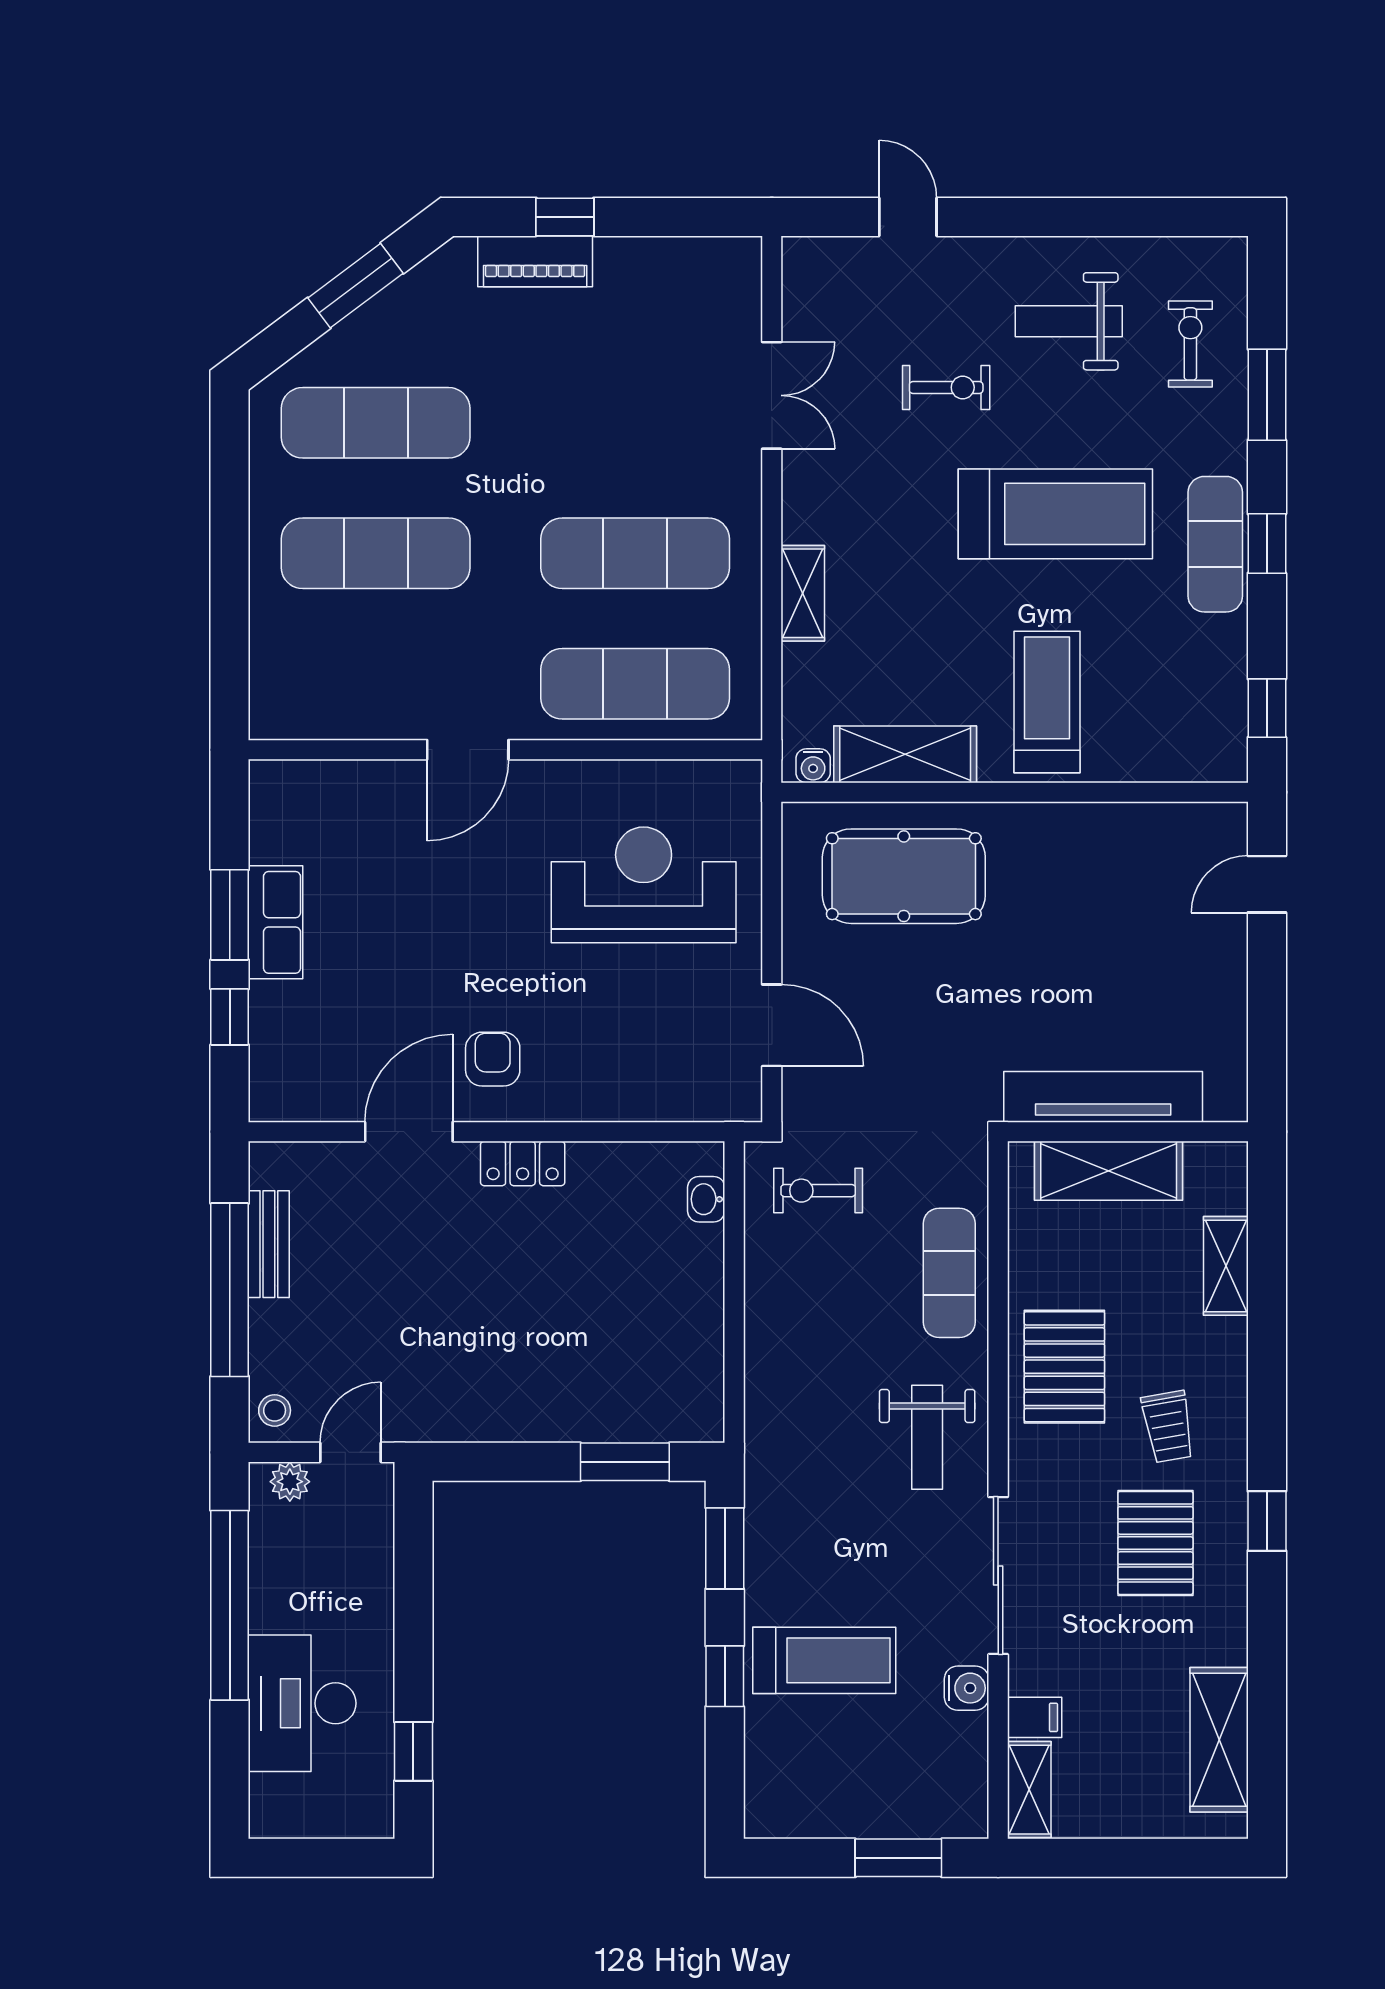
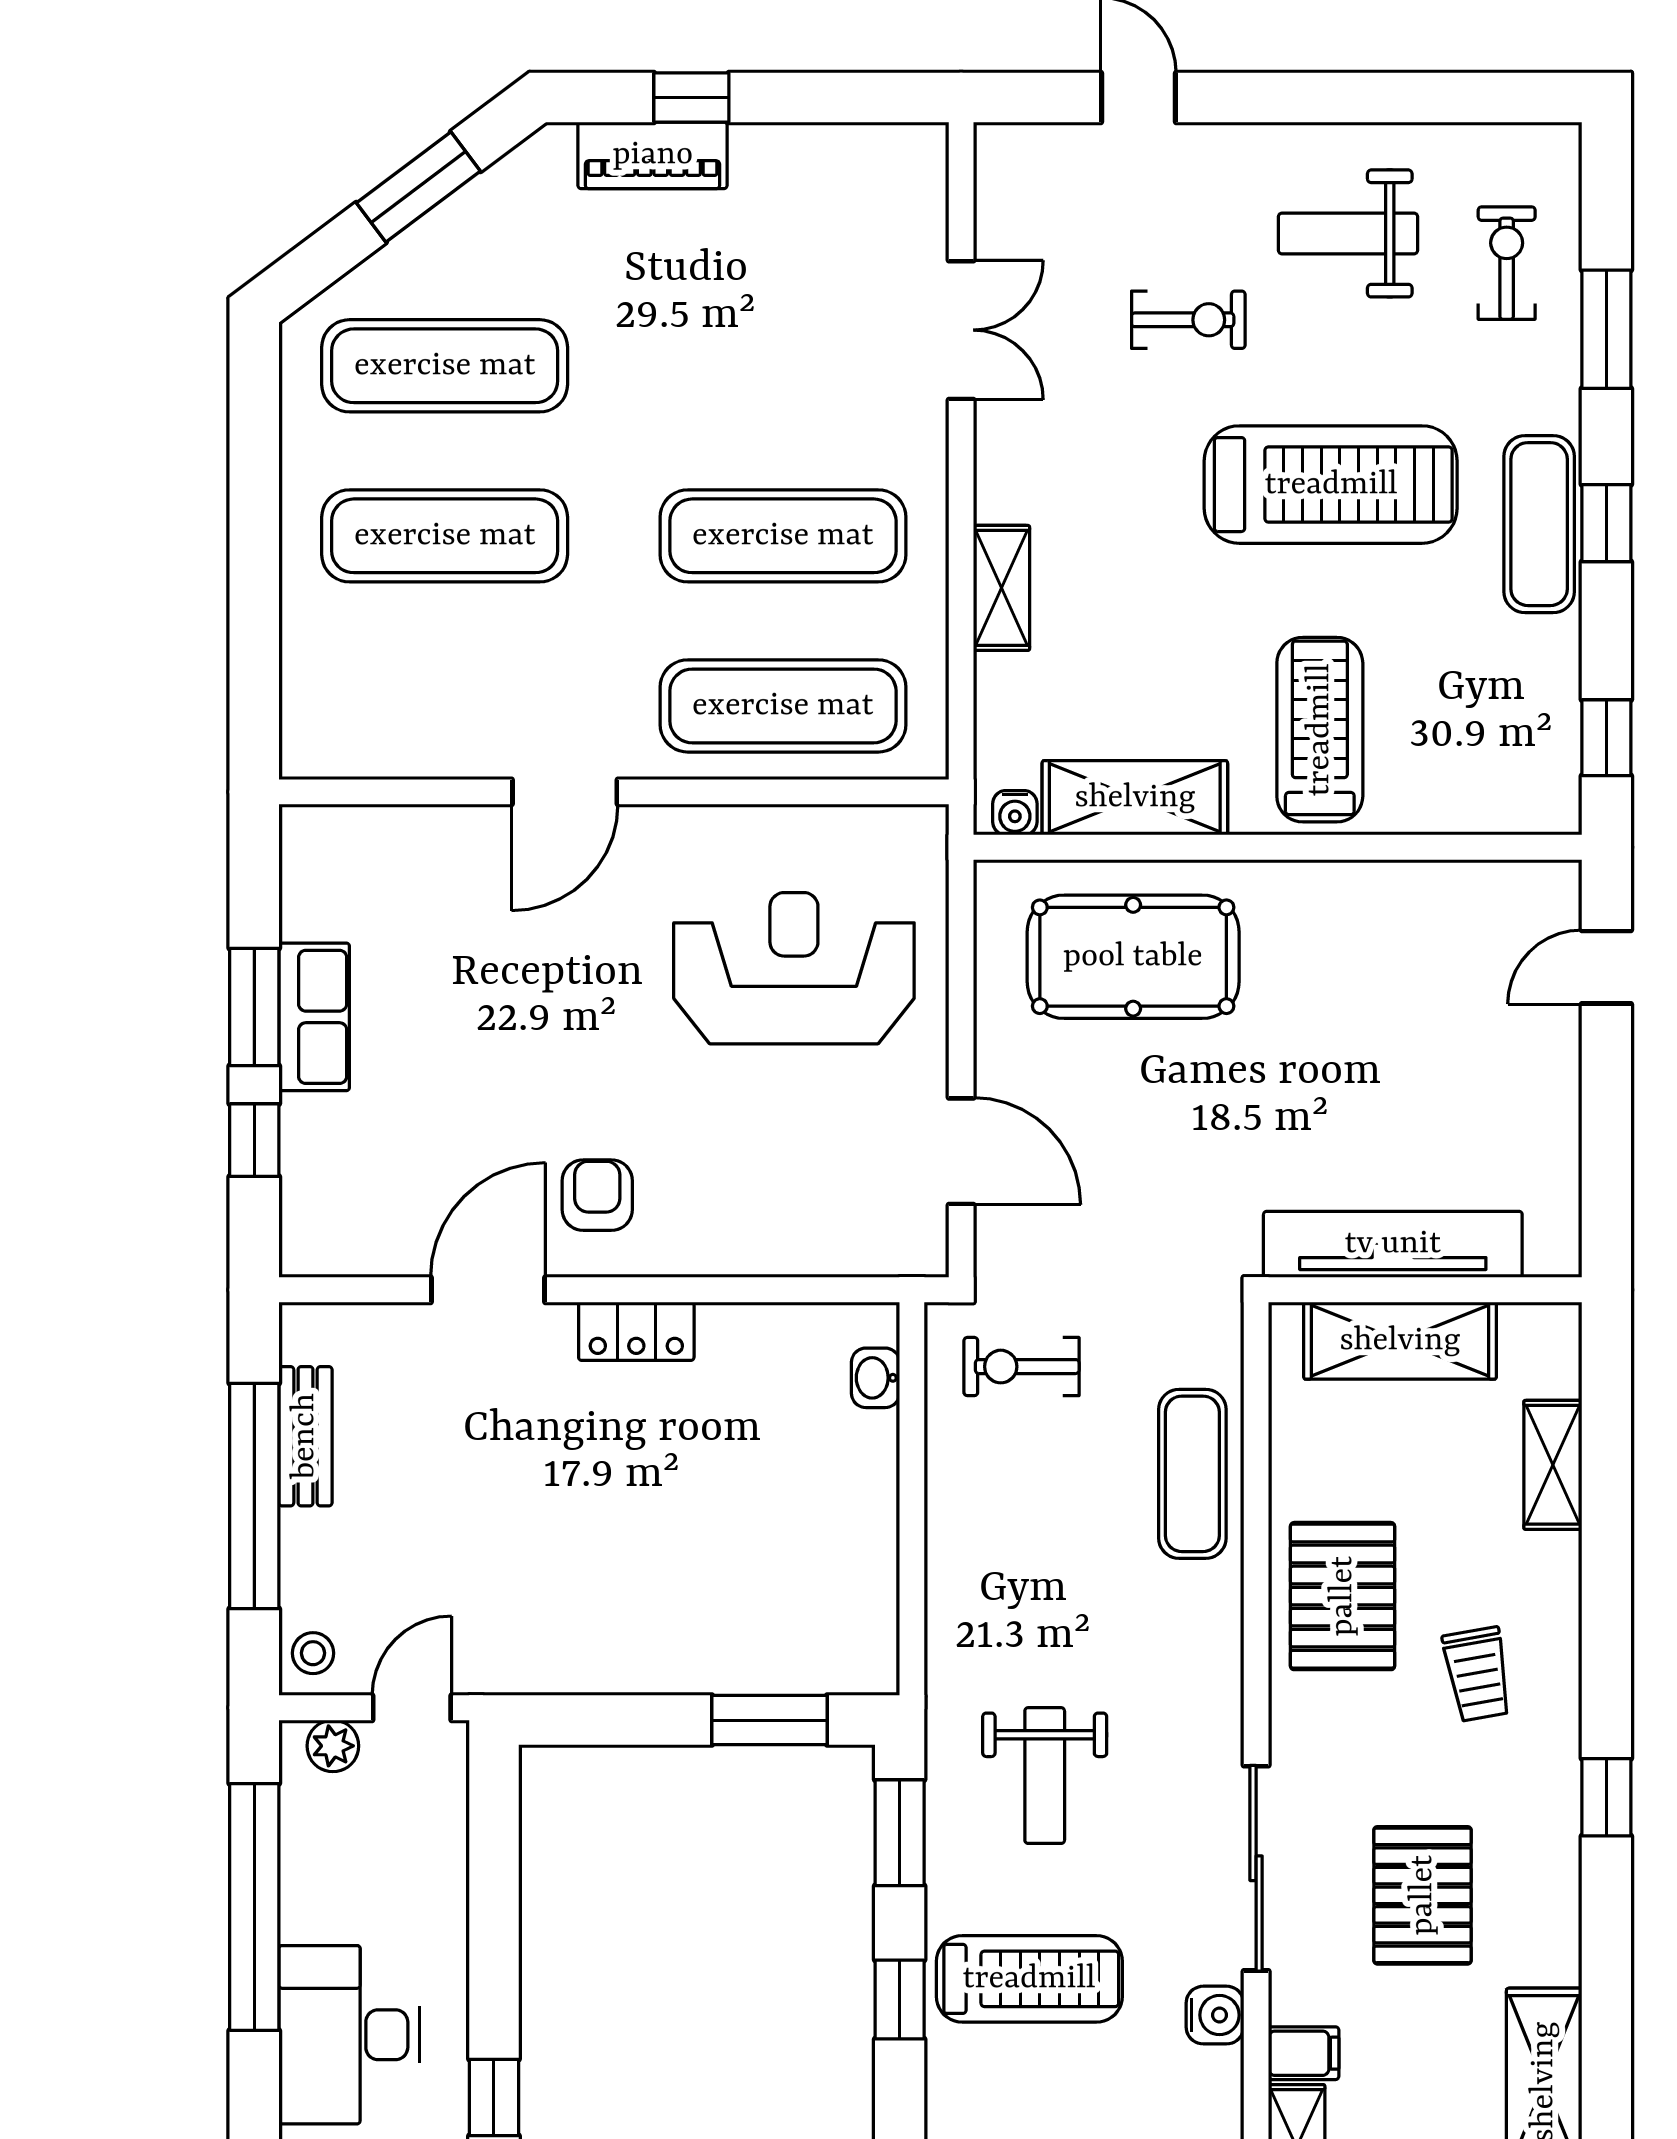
weight bench: (927, 1437) -> (1045, 1776), moved
pallet: (1155, 1543) -> (1423, 1895), moved

